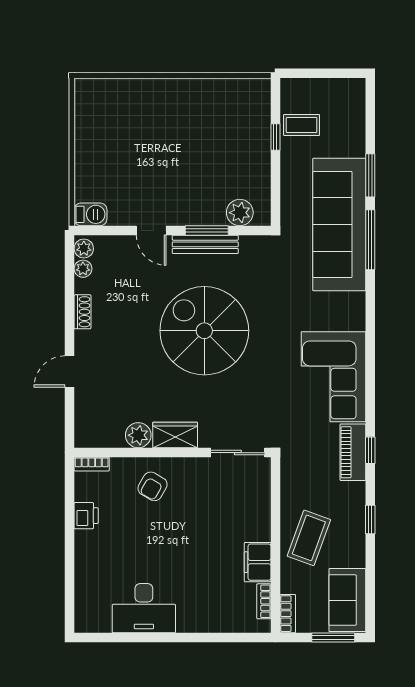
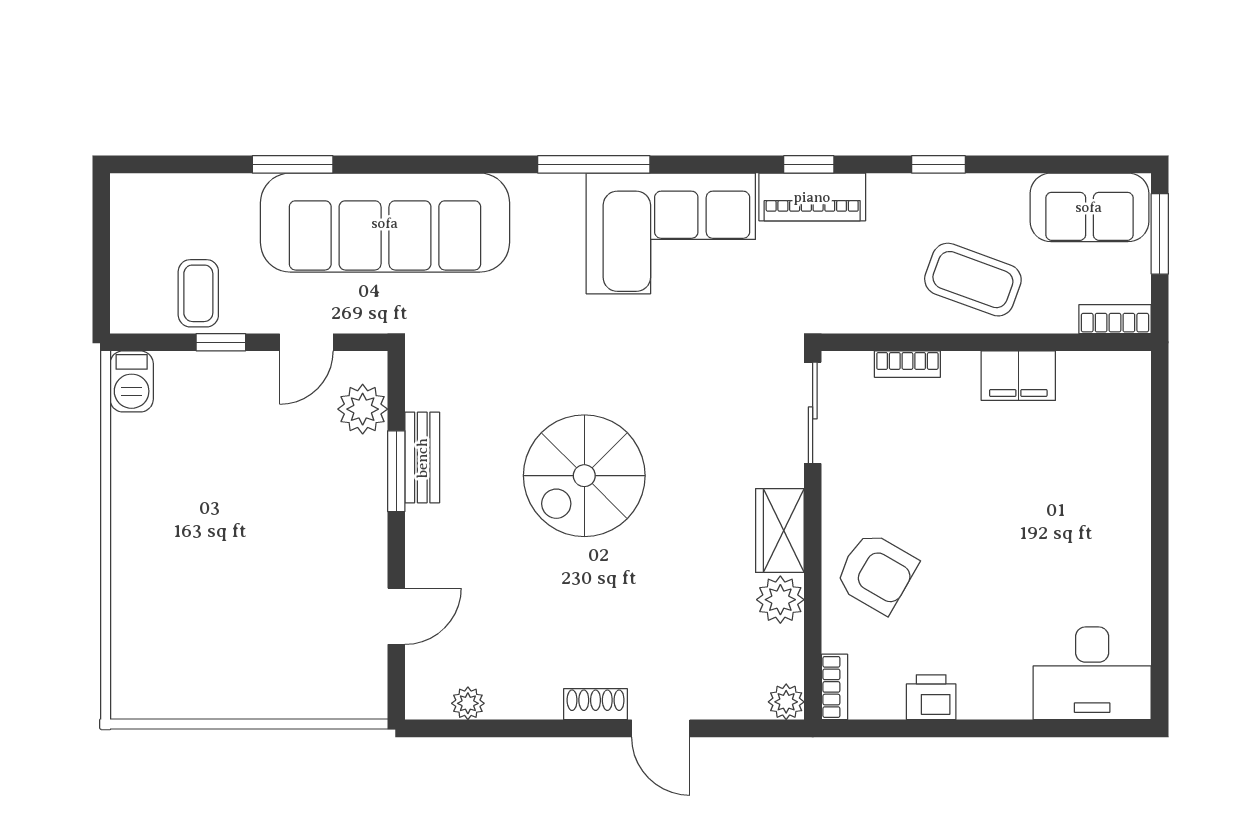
door: (275, 183) -> (306, 342), added
barbecue: (90, 214) -> (132, 381), moved, turned 180
door: (151, 230) -> (396, 616), moved
window: (370, 240) -> (594, 164), moved
bench: (205, 244) -> (422, 458), width x0.73
plant: (84, 249) -> (786, 702), moved
shoe rack: (83, 312) -> (596, 704), moved
spiral stairs: (204, 331) -> (584, 476), width x0.73, depth x0.73
armchair: (153, 486) -> (876, 573), width x1.38, depth x1.38
bookcase: (264, 601) -> (907, 364), moved
desk: (144, 608) -> (1092, 673), moved, turned 90

